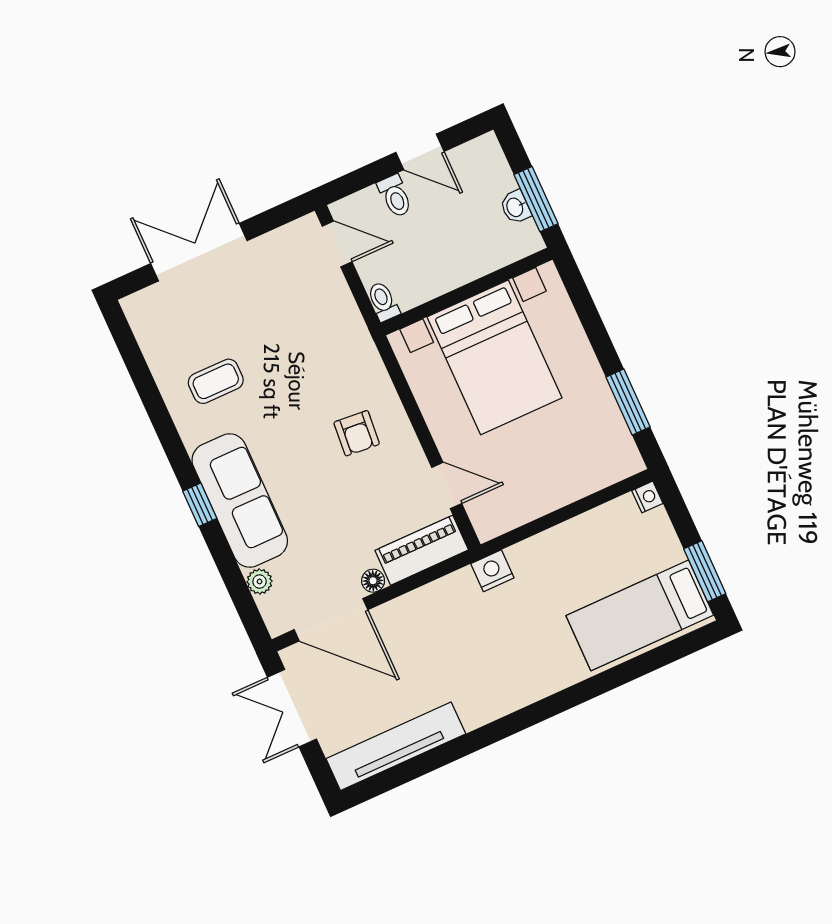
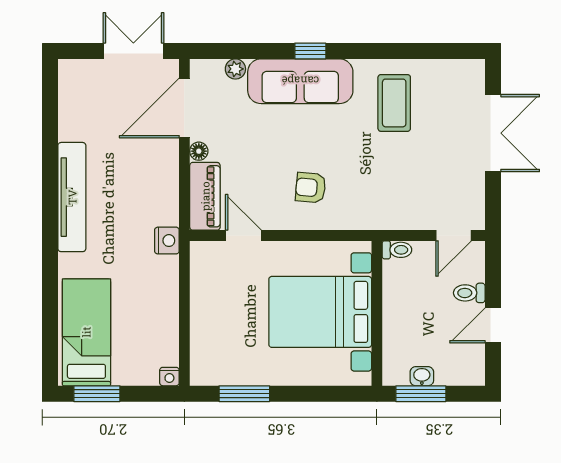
coffee table: (216, 381) -> (394, 103), width x1.36, depth x1.30
door: (447, 485) -> (243, 235), swing flipped
tv unit: (396, 746) -> (72, 197), moved

